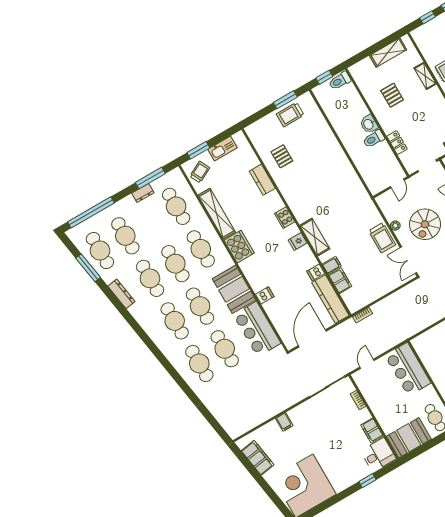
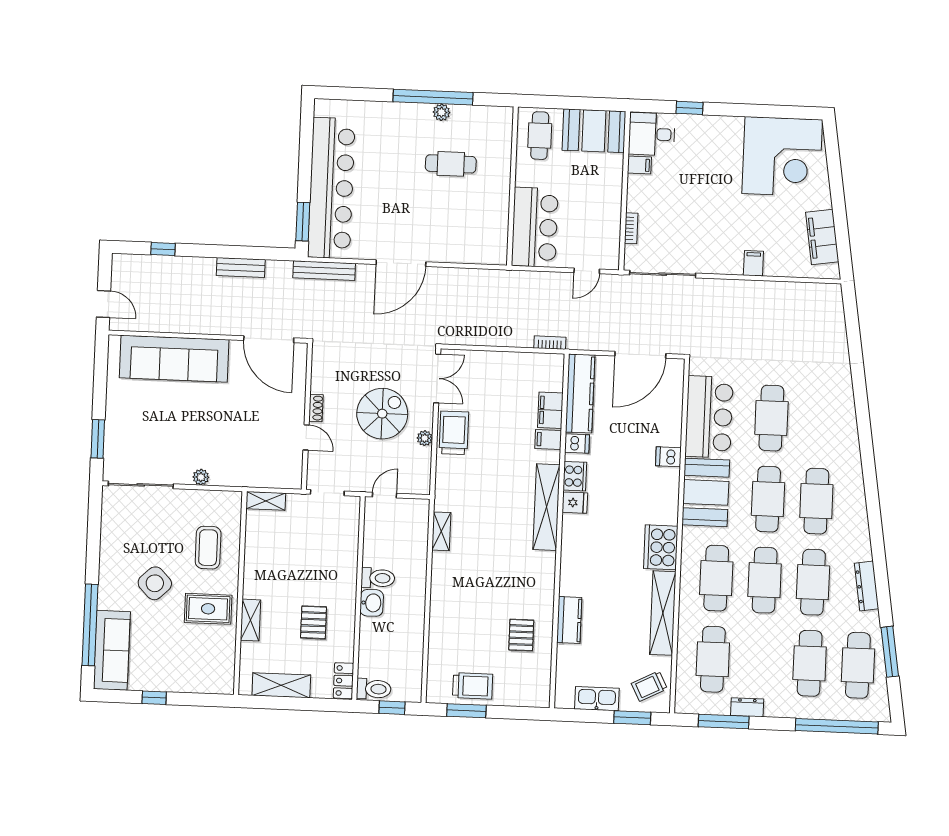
window: (428, 17) -> (195, 699), removed
locker: (397, 143) -> (343, 681), moved
shelving: (356, 183) -> (441, 531), added
cooker: (285, 218) -> (575, 476), moved
shelving: (315, 237) -> (546, 507), width x1.47
cafe table: (199, 363) -> (820, 420), removed
filing cabinet: (372, 430) -> (639, 165), width x0.50

